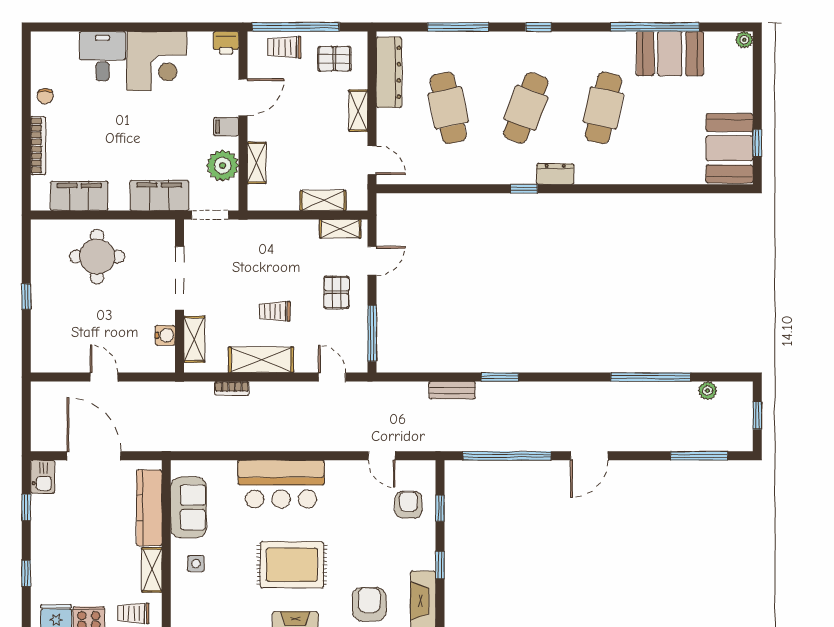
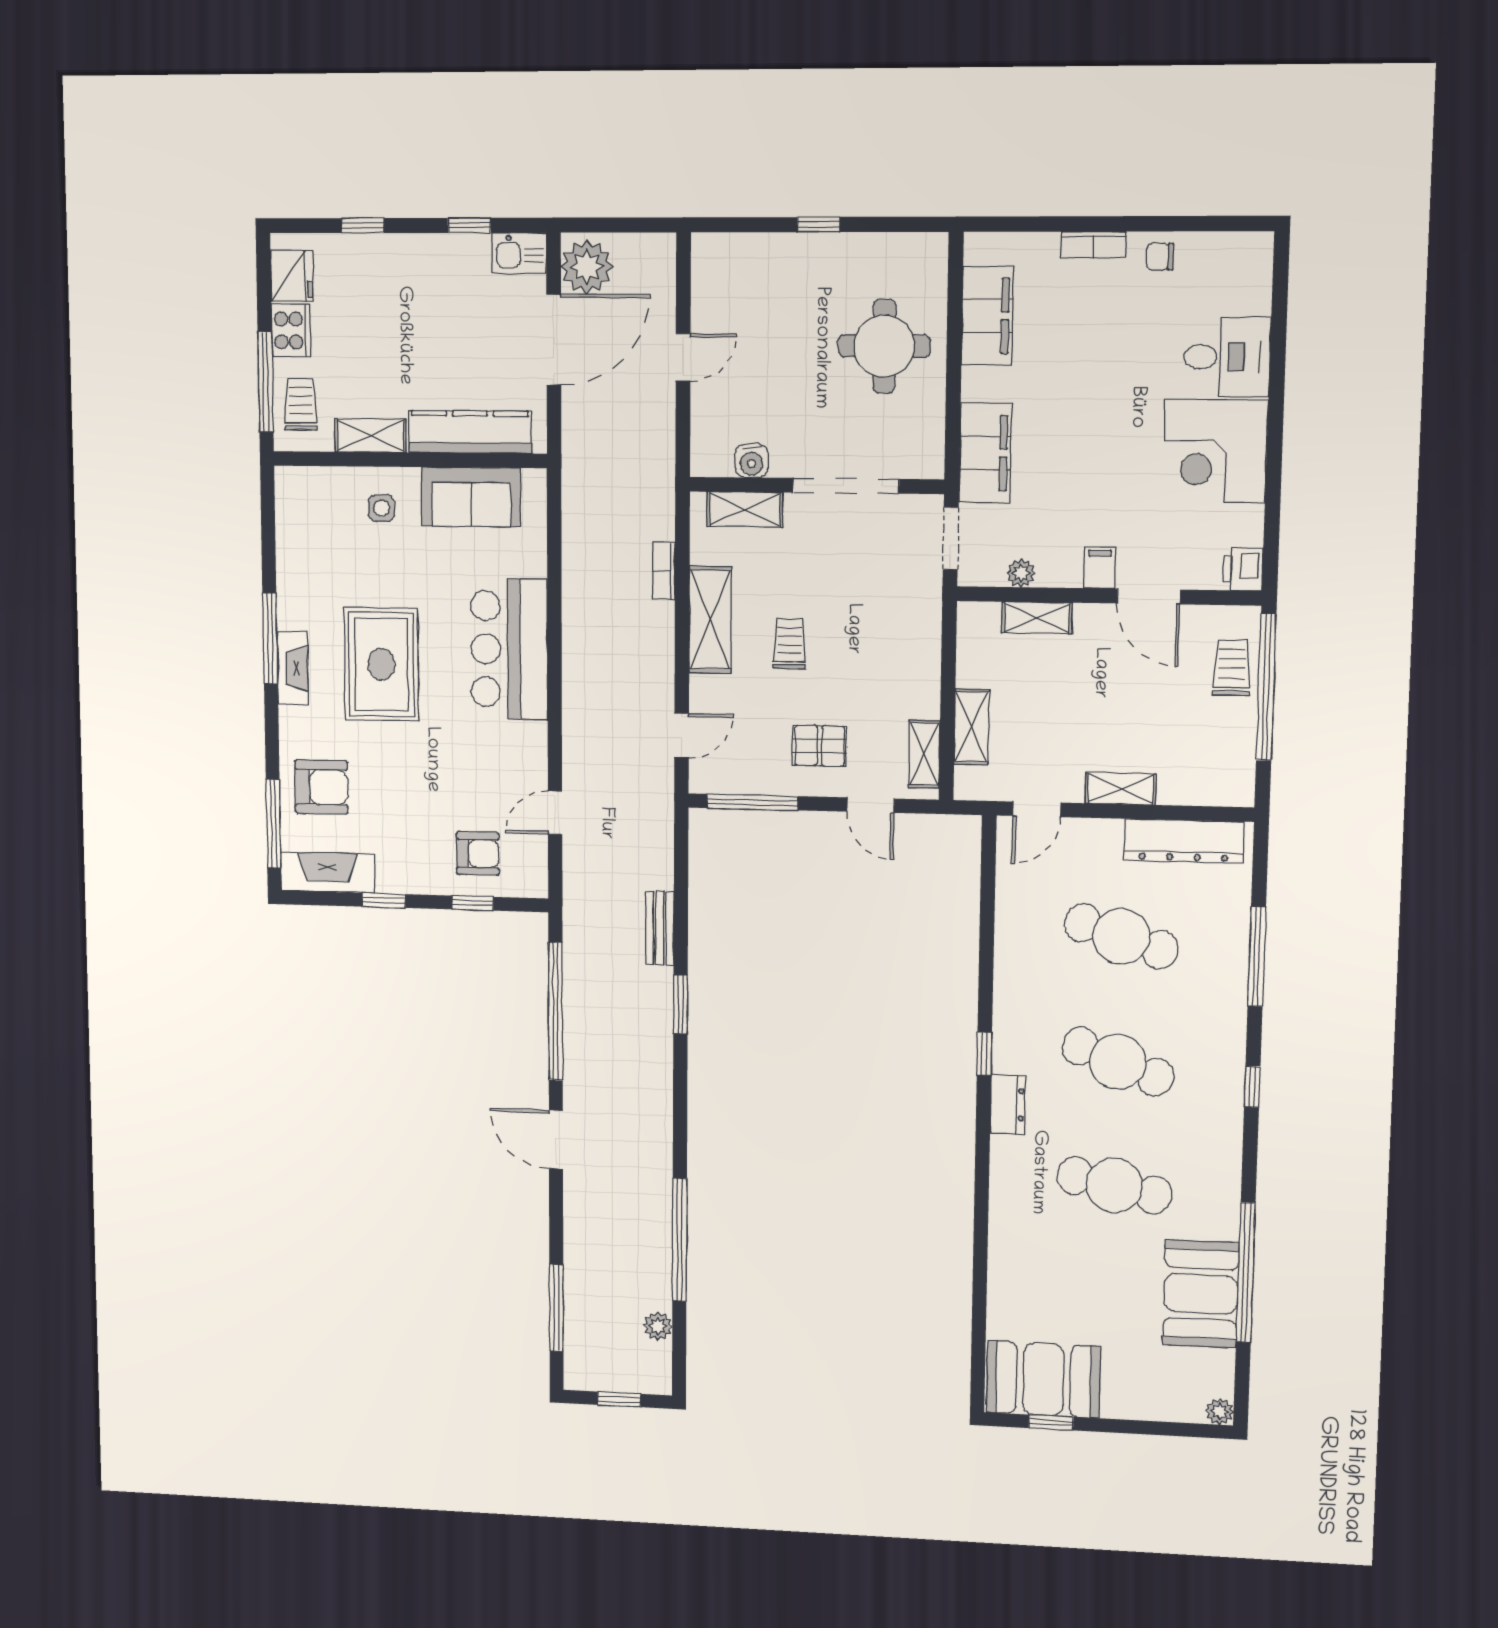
pallet: (334, 59) -> (1210, 751), removed
cafe table: (448, 108) -> (1121, 936), turned 30
bookcase: (38, 146) -> (1093, 245), width x0.64
plant: (223, 166) -> (1021, 573), width x0.53, depth x0.53
plant: (51, 436) -> (587, 267), added

